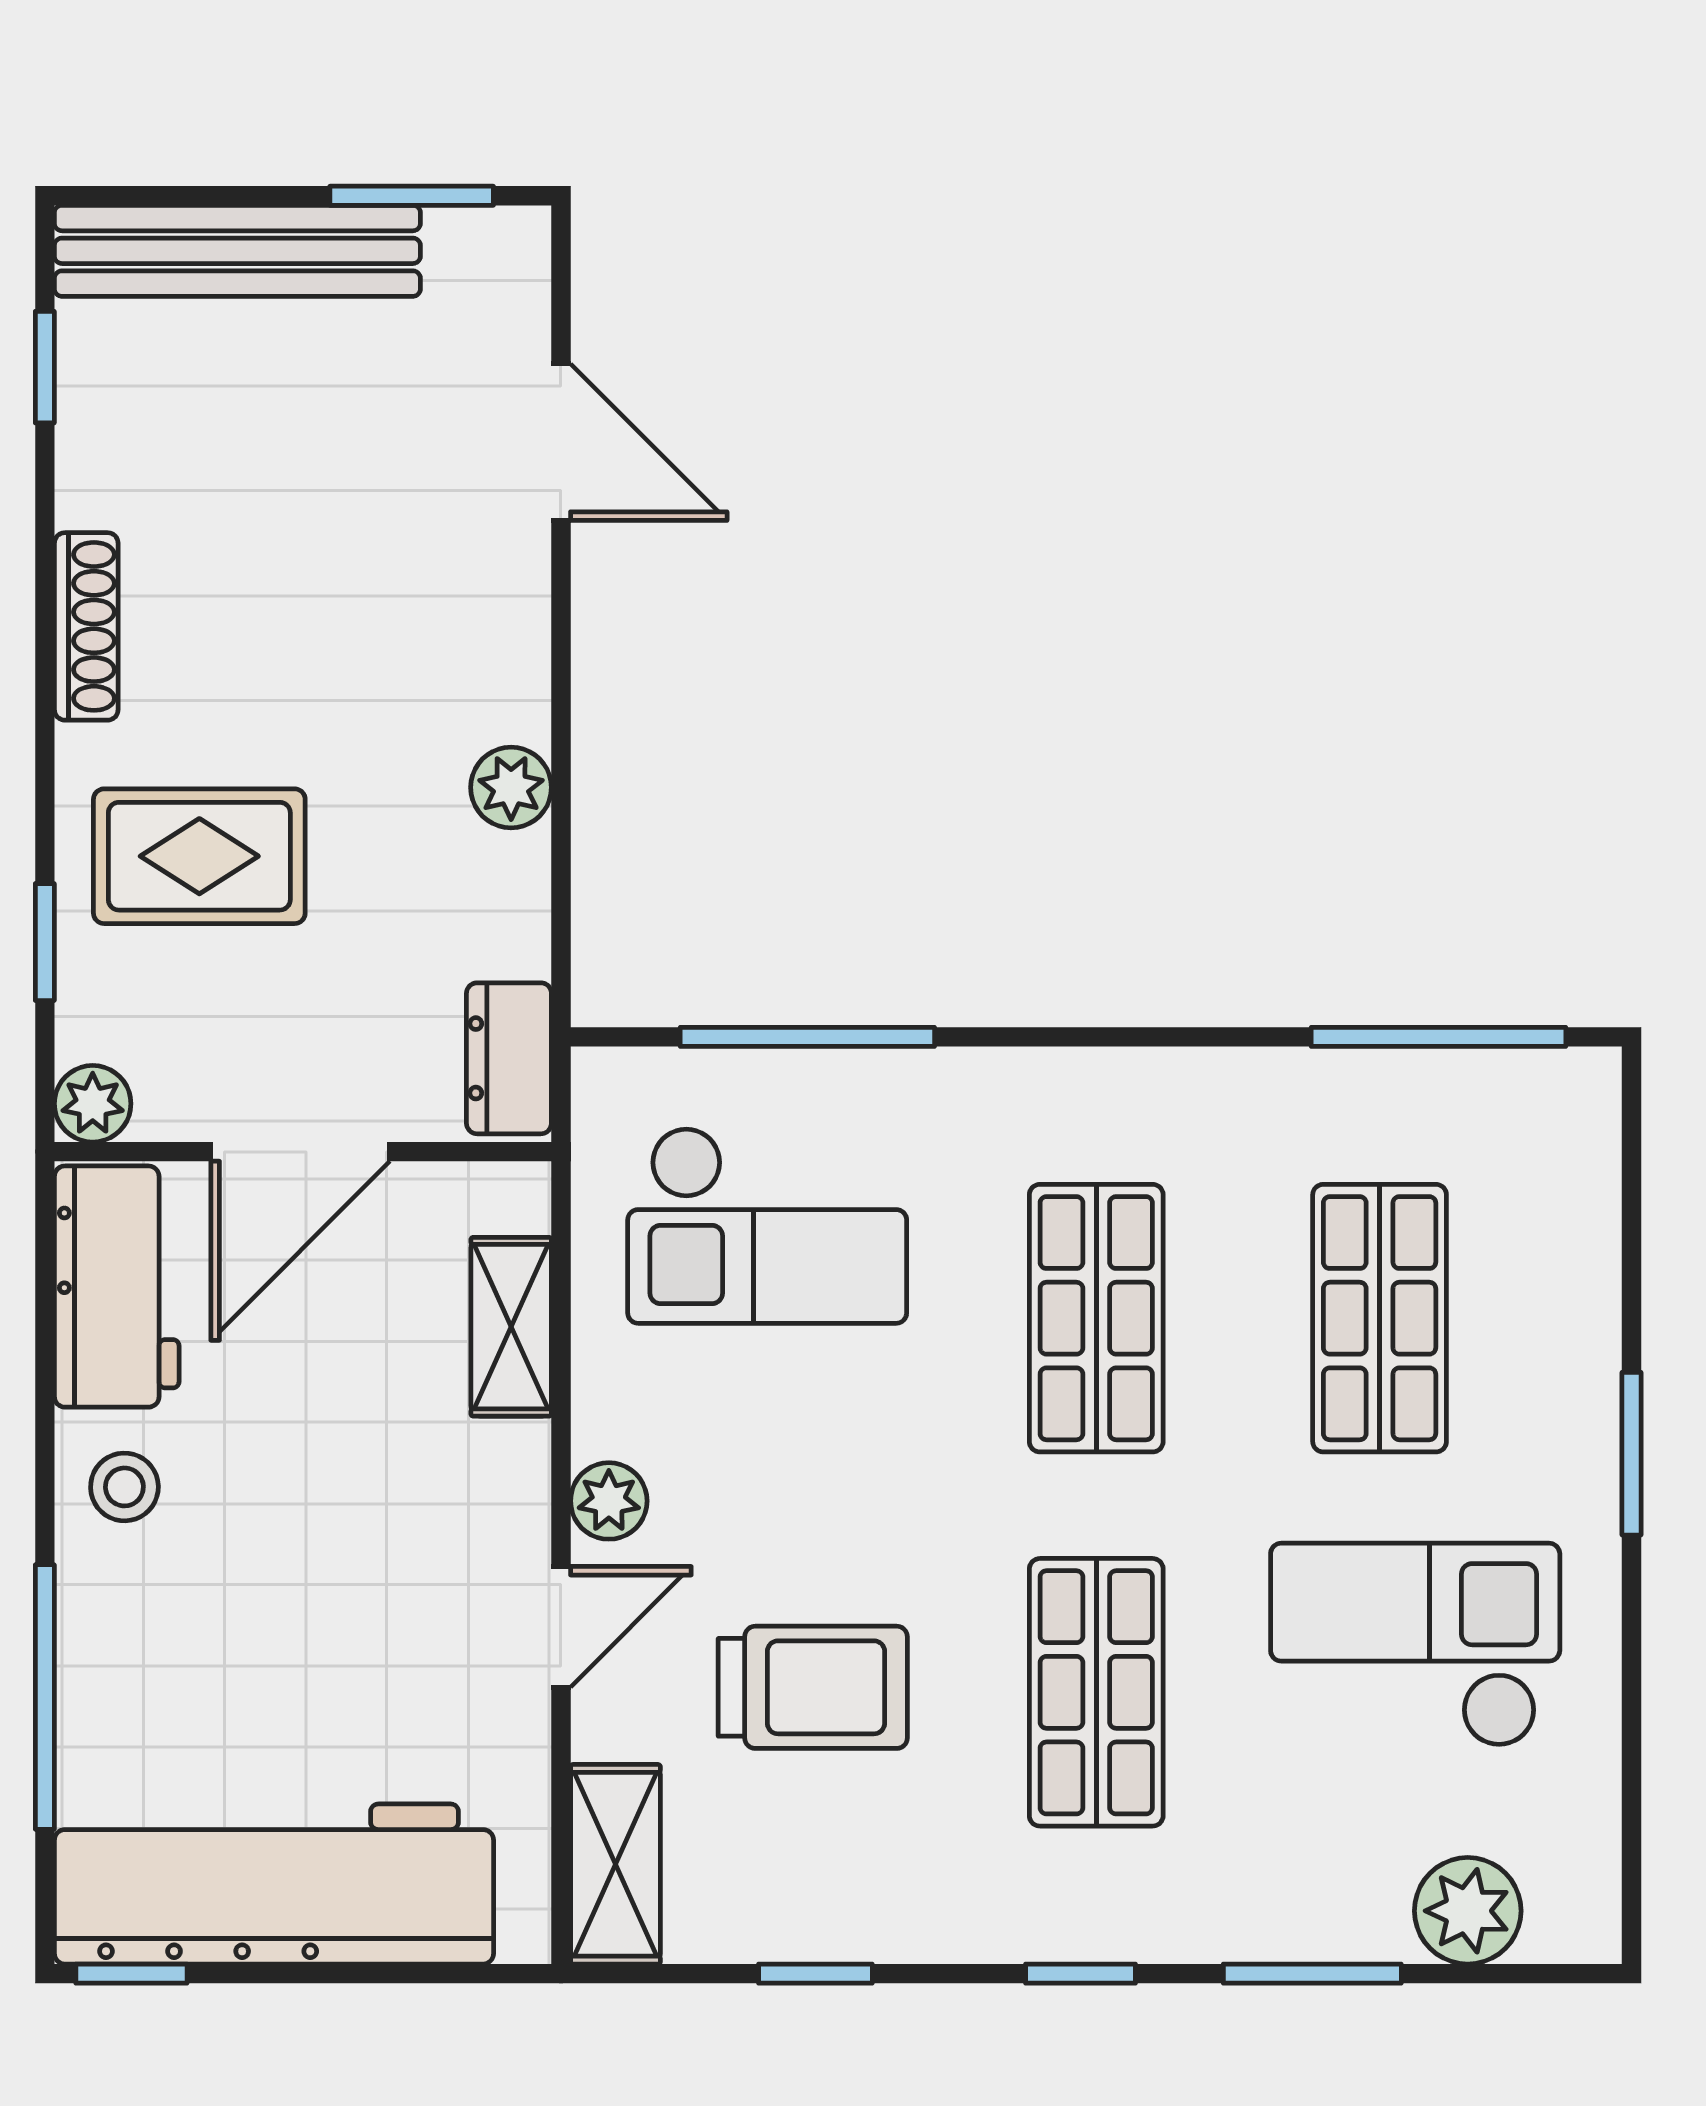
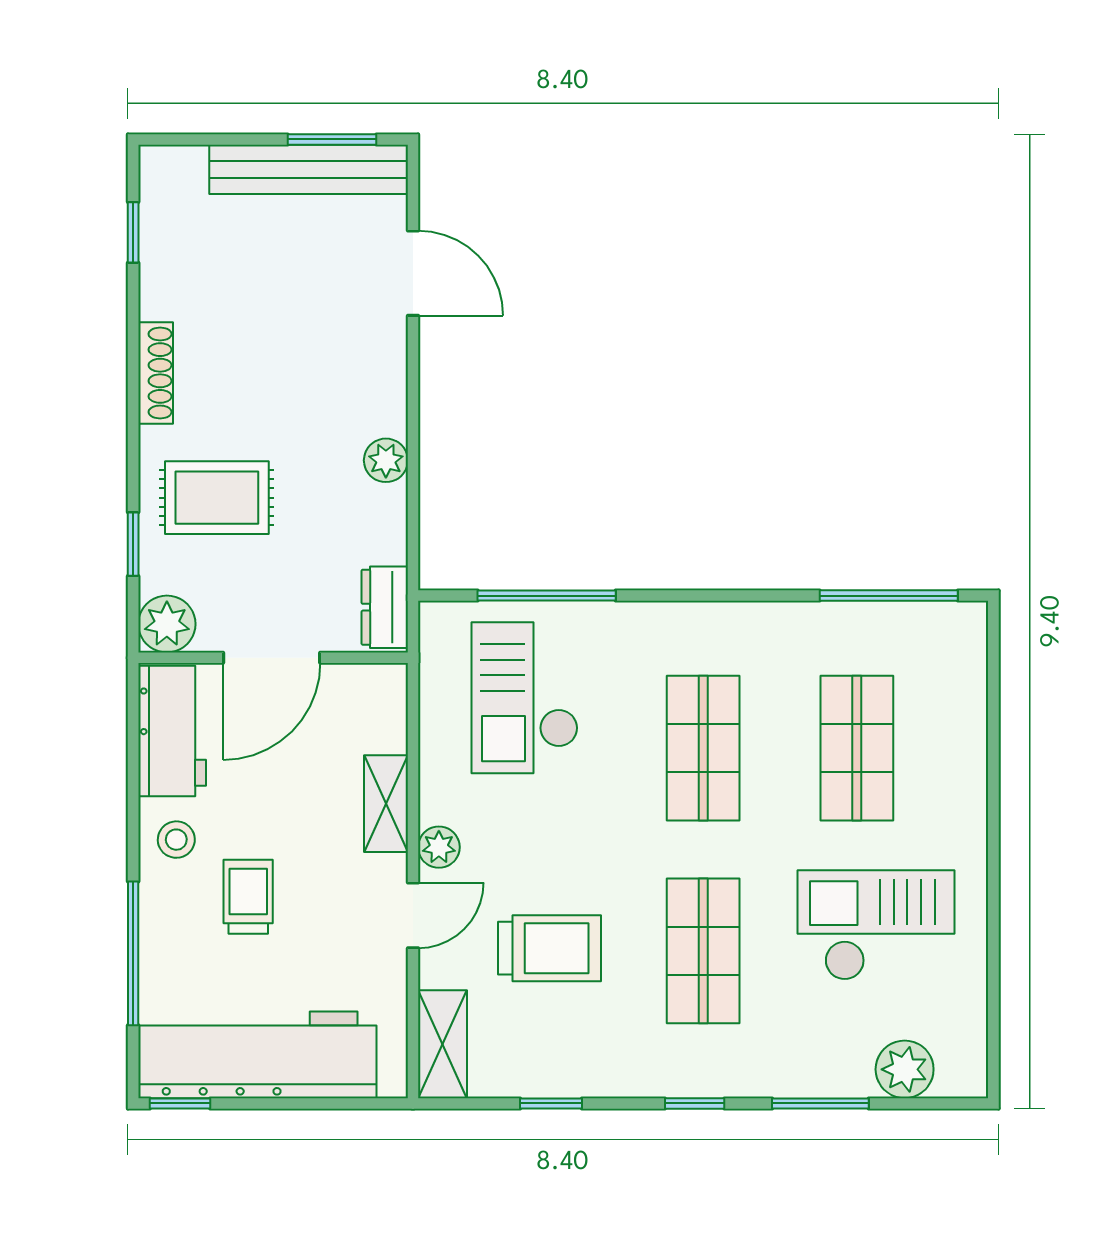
bench: (237, 251) -> (309, 169), moved
plant: (93, 1104) -> (167, 624), width x1.38, depth x1.38
checkout: (767, 1225) -> (525, 698), turned 90
shelving: (511, 1327) -> (386, 804), moved
window: (1632, 1454) -> (993, 822), removed
trolley: (257, 1592) -> (248, 897), added

